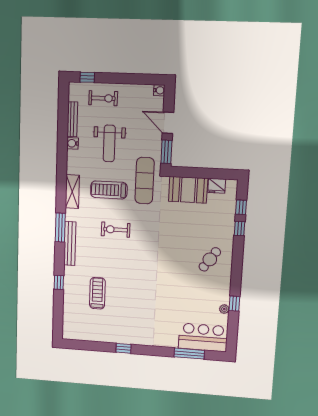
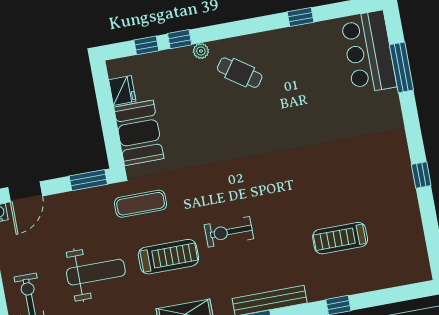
door: (168, 123) -> (25, 192), moved
exercise mat: (145, 181) -> (141, 204), width x0.73, depth x0.69
treadmill: (109, 190) -> (168, 257), turned -90
exercise bike: (116, 230) -> (229, 232), turned 90
plant: (224, 309) -> (201, 51), moved

